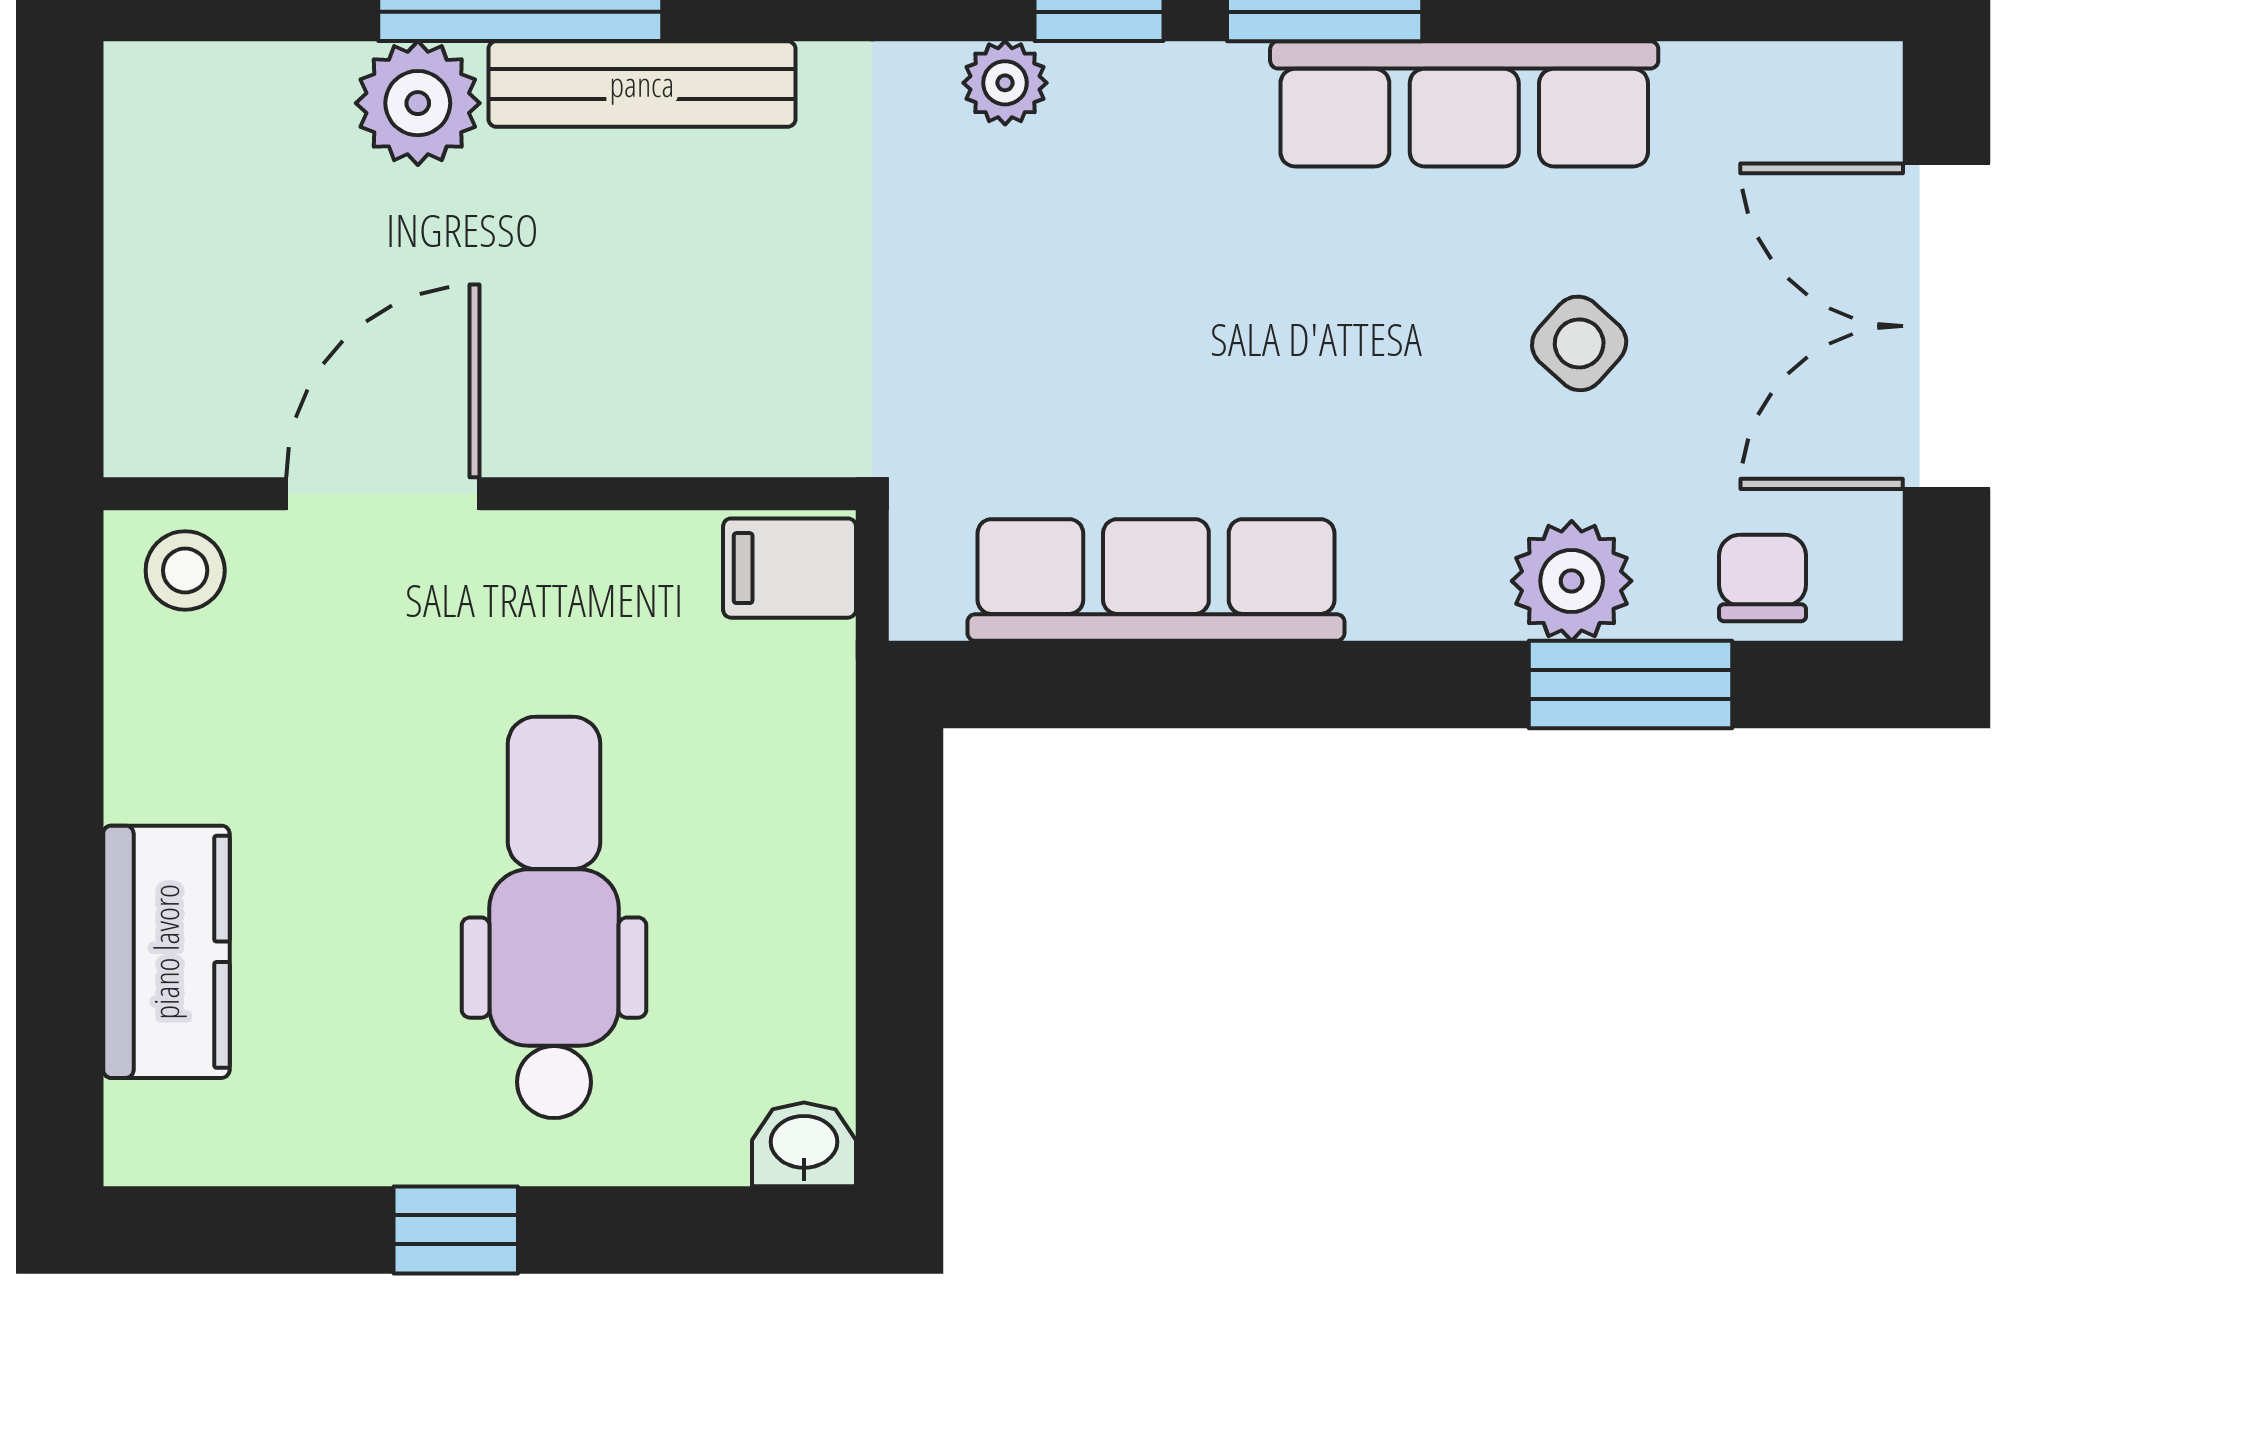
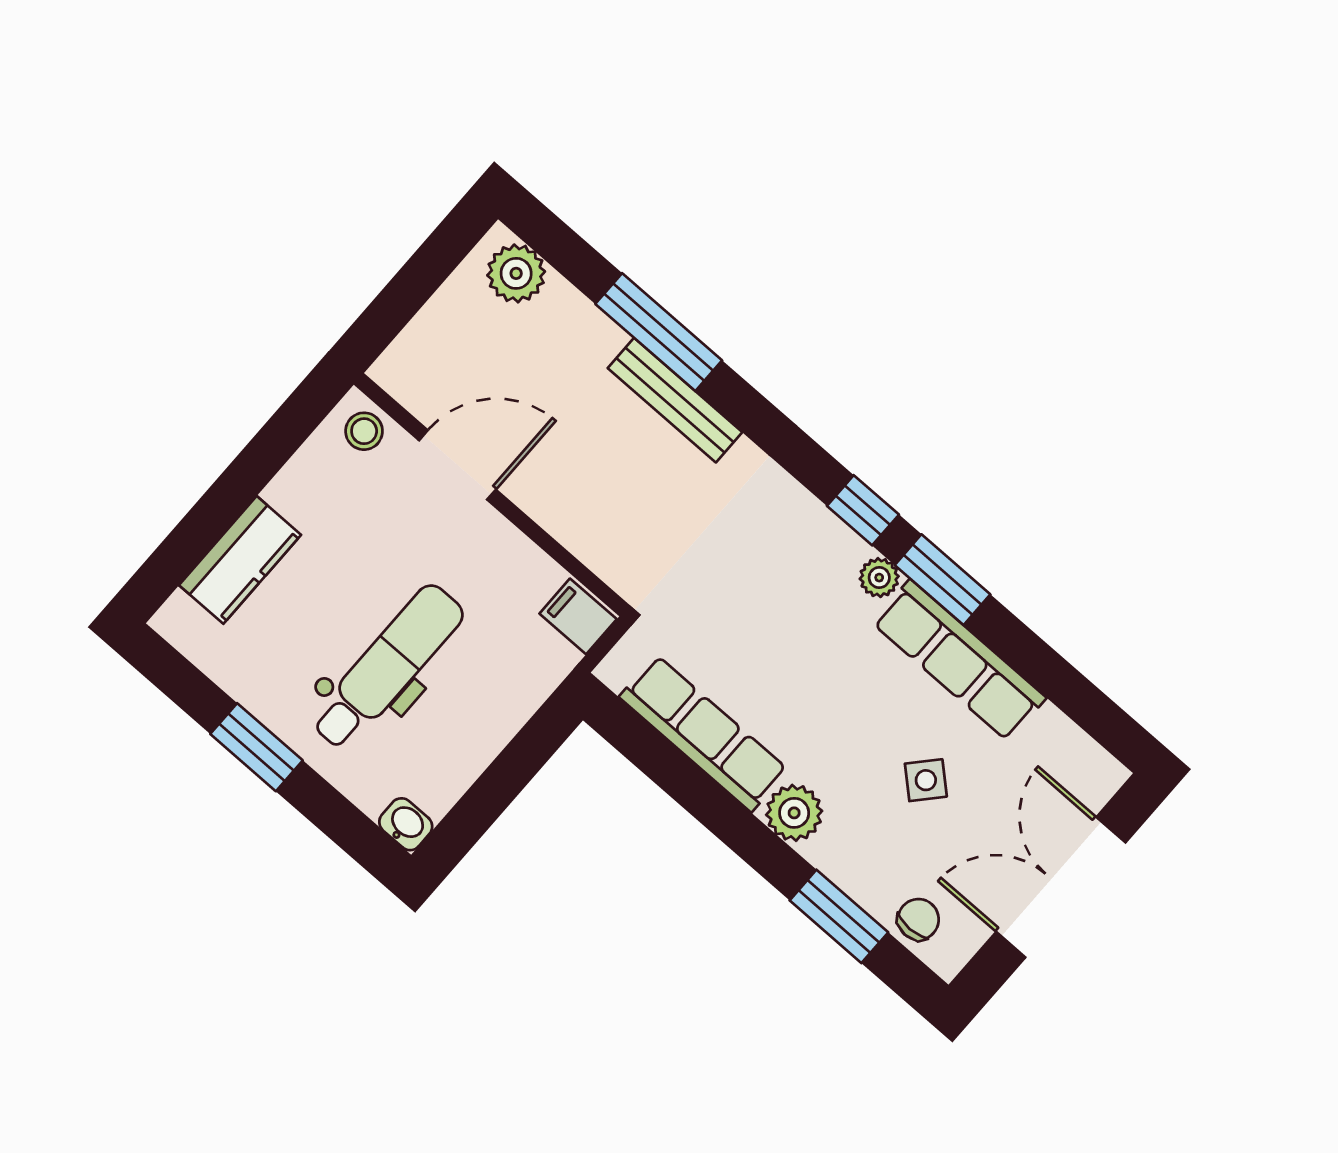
plant: (1005, 83) -> (879, 578), moved
plant: (418, 103) -> (516, 273), moved
plant: (1572, 581) -> (794, 813), moved
window: (456, 1230) -> (257, 747), width x1.50

